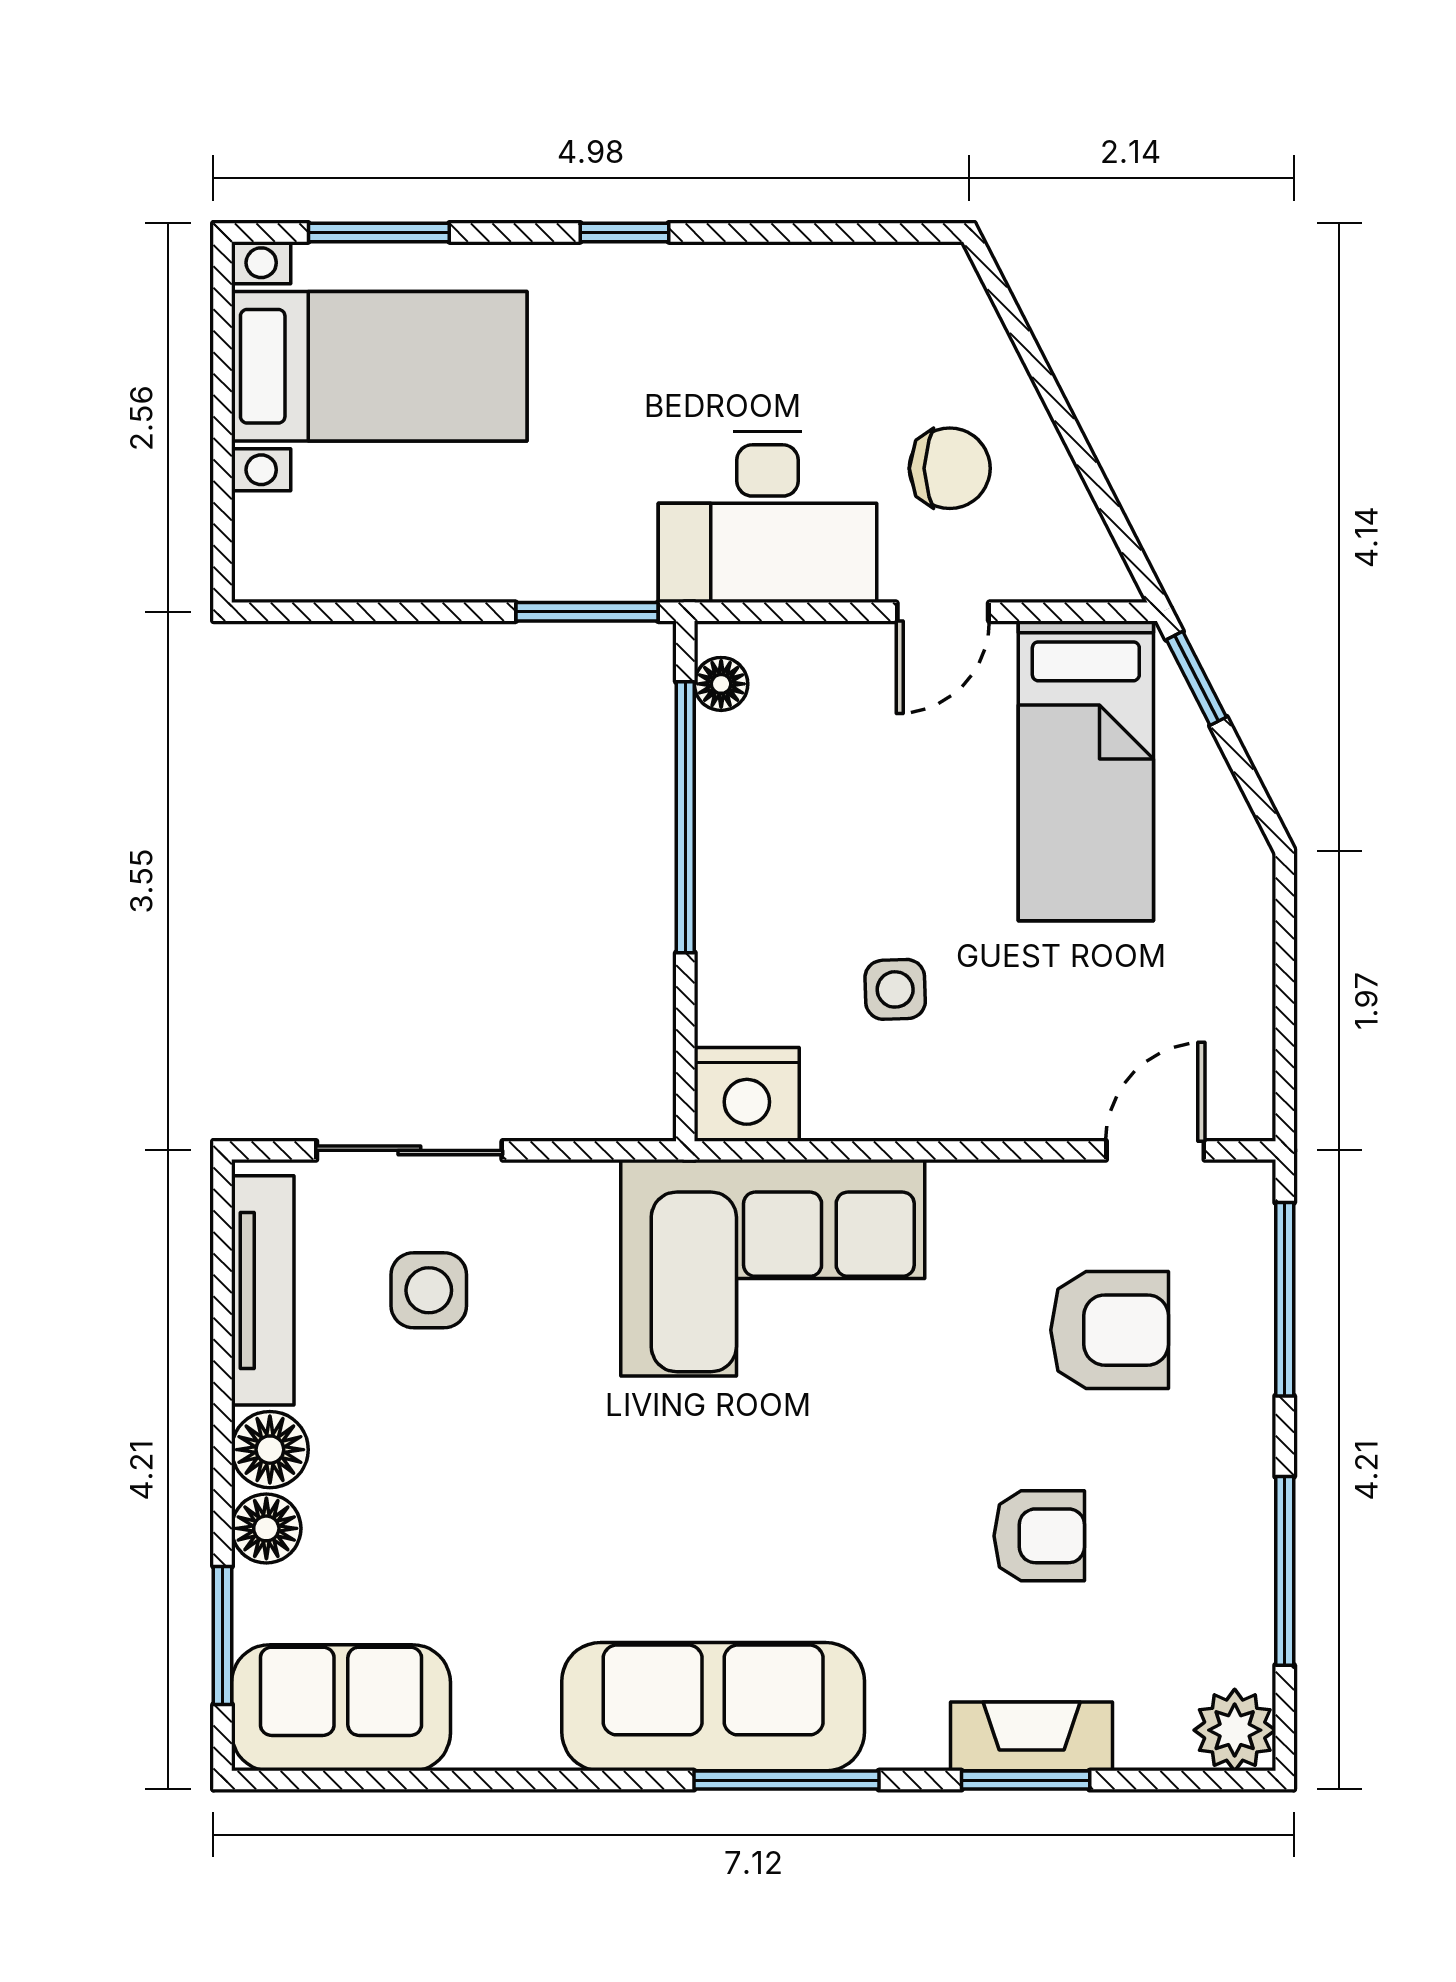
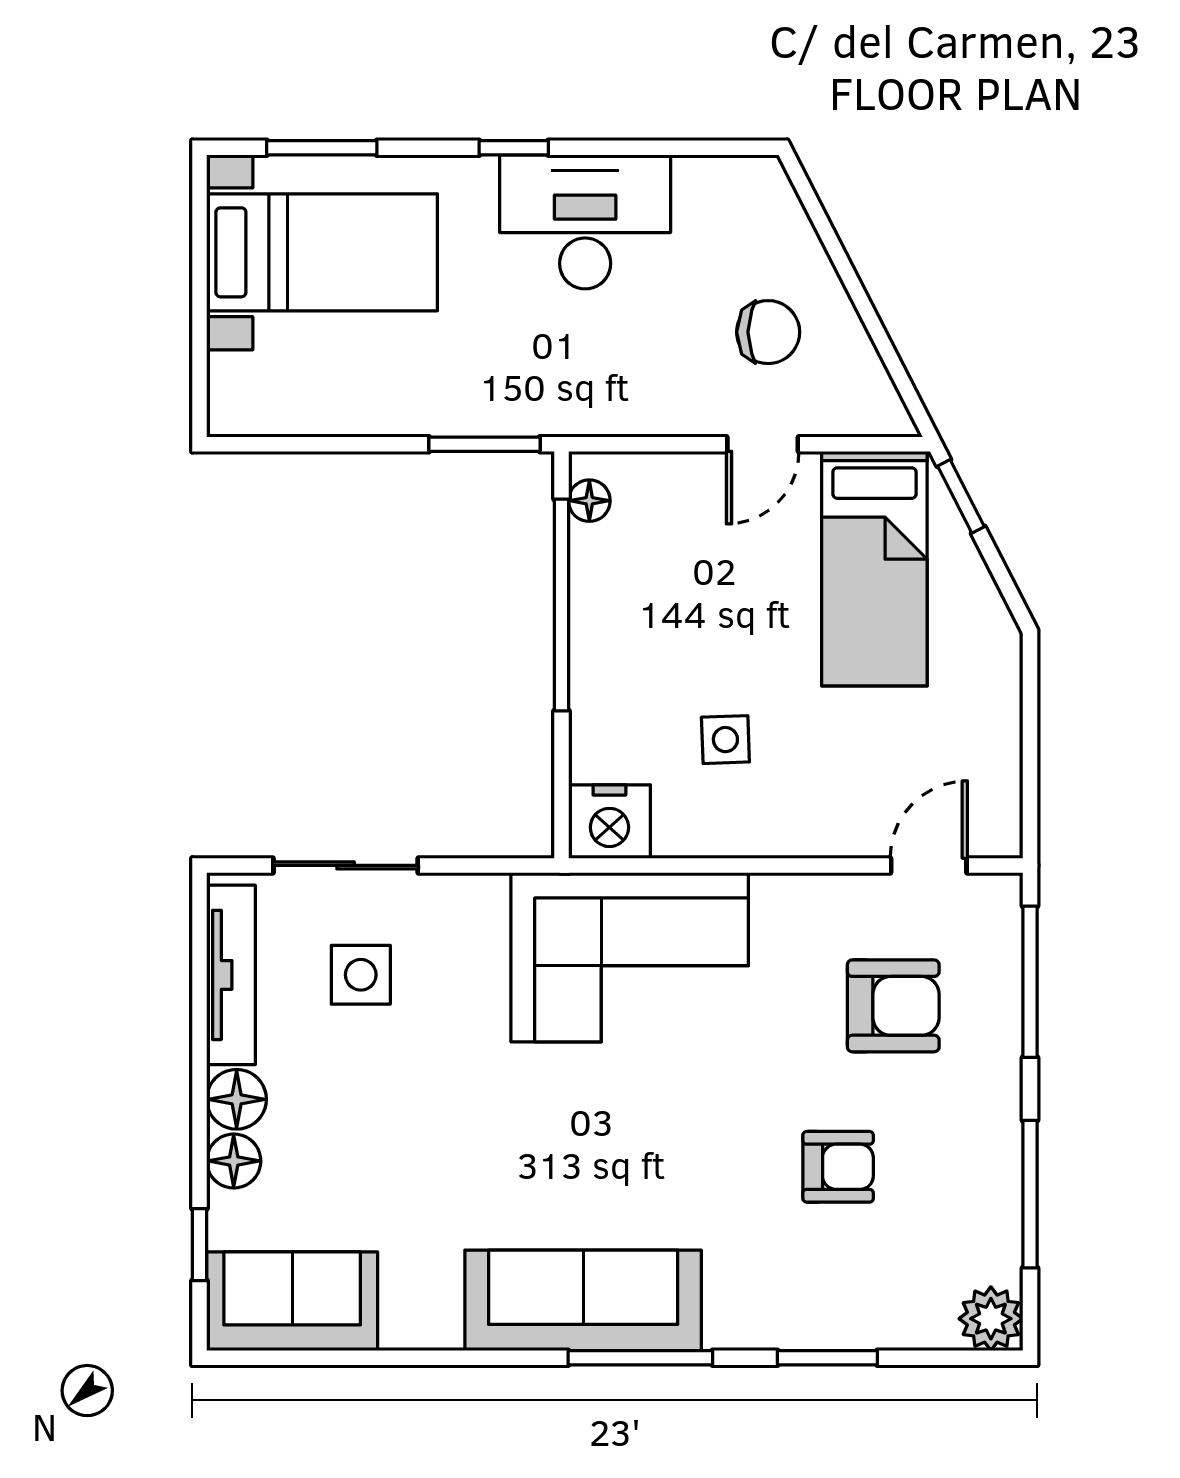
desk: (768, 517) -> (585, 222), moved, turned 180
window: (223, 1635) -> (200, 1245), width x0.67
fireplace: (1032, 1736) -> (832, 1324), removed

